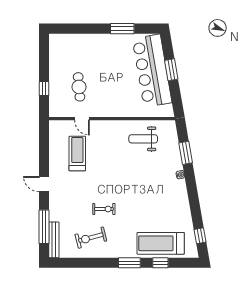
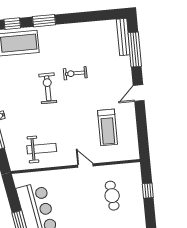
door: (82, 119) -> (85, 166), moved
door: (44, 184) -> (139, 93), swing flipped
exercise bike: (91, 238) -> (48, 88), moved, turned -75

